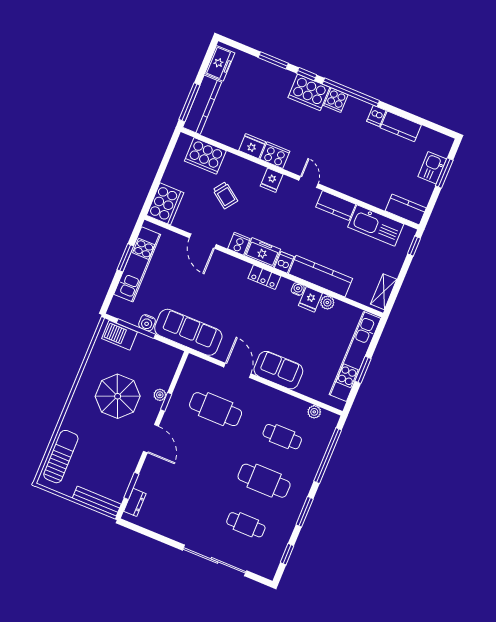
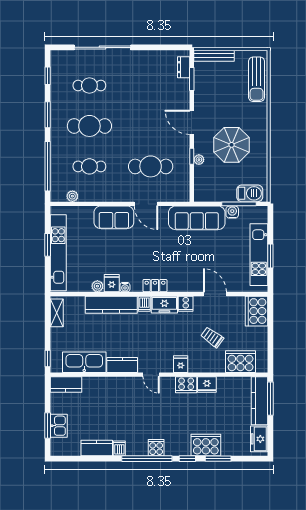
cooker: (309, 92) -> (206, 445), moved

